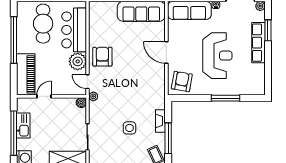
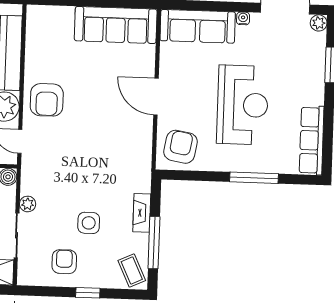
row of seats: (259, 43) -> (312, 140), moved
armchair: (102, 57) -> (47, 100), turned 180
plant: (93, 96) -> (28, 204), moved
armchair: (116, 151) -> (64, 262), added

